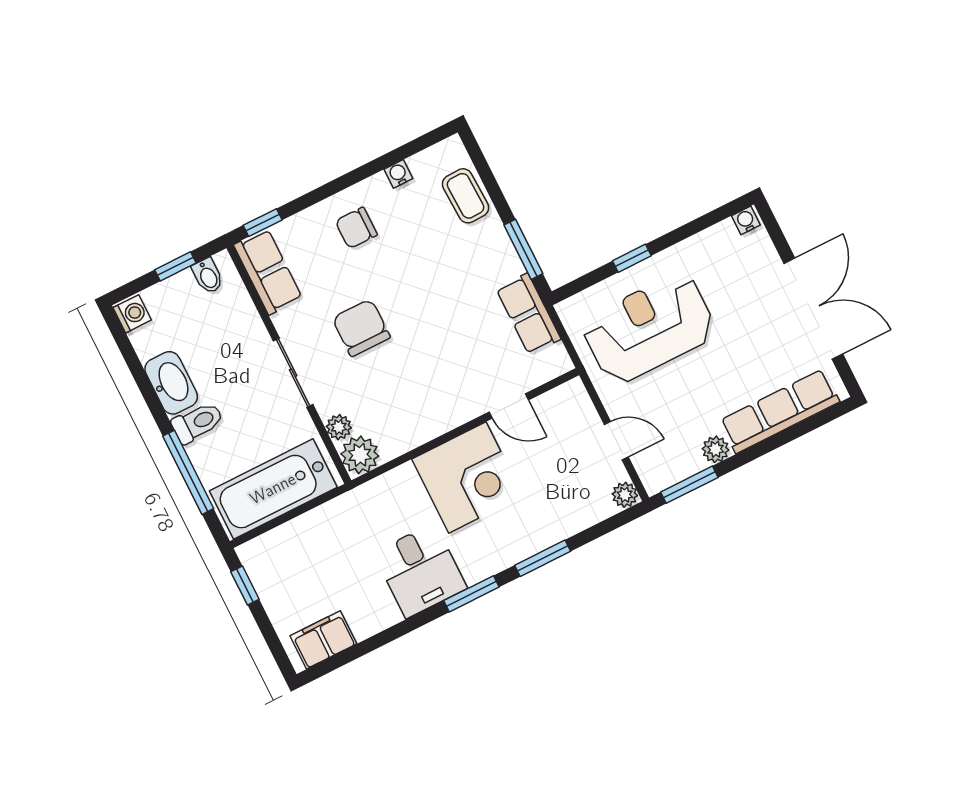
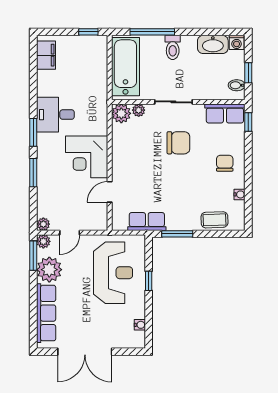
water cooler: (746, 220) -> (140, 325), moved
washbasin: (171, 383) -> (213, 44), moved
plant: (716, 449) -> (49, 270), width x1.88, depth x1.88
plant: (655, 479) -> (43, 241), added

